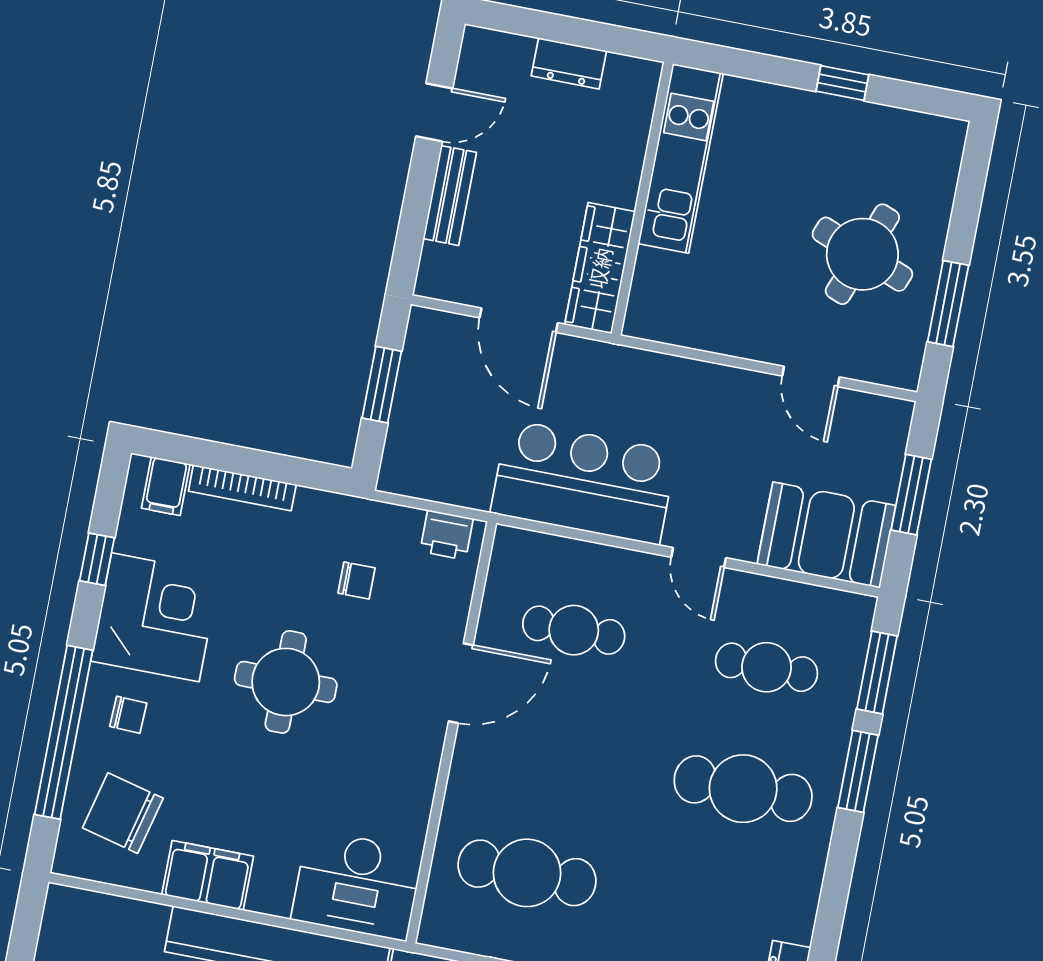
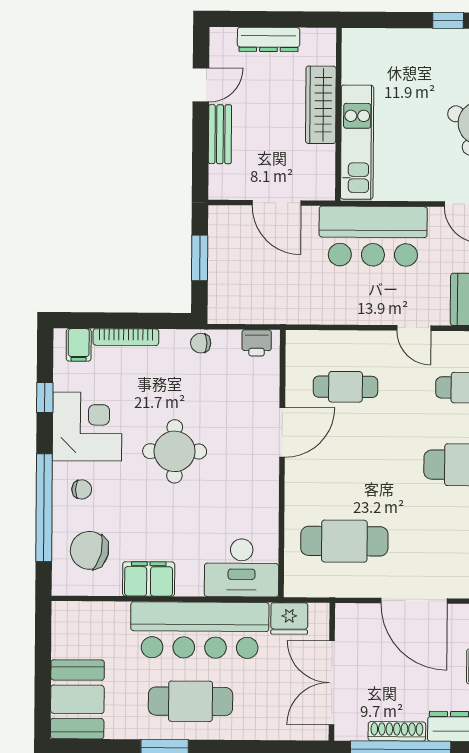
dresser: (569, 63) -> (269, 39), width x1.44
kitchen unit: (681, 158) -> (357, 142), moved
wardrobe: (600, 268) -> (321, 105), moved
bar counter: (584, 482) -> (373, 236), moved, turned 180
chair: (357, 581) -> (201, 343), moved, turned 180

